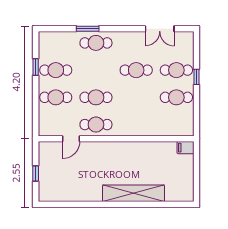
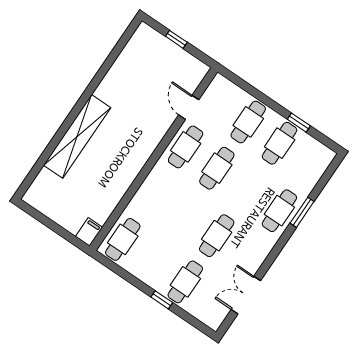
cafe table: (176, 97) -> (123, 239), moved

